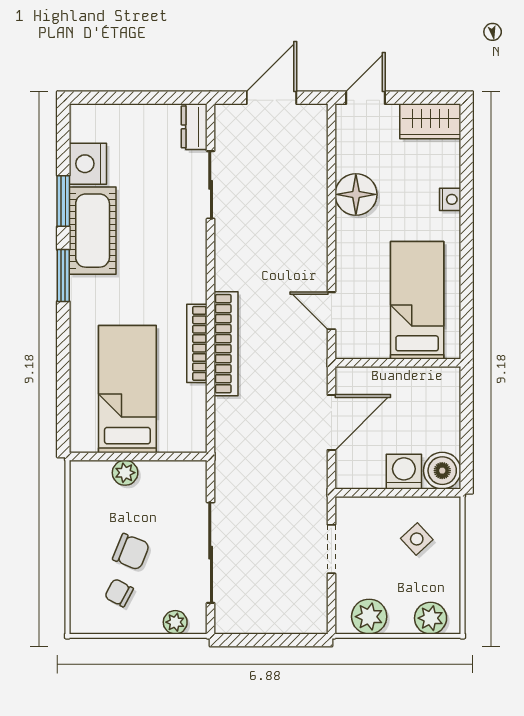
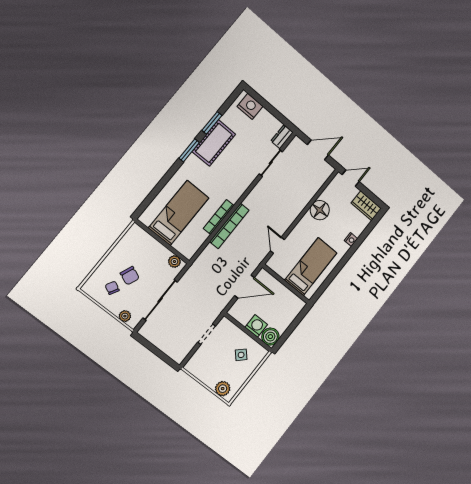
nightstand: (88, 164) -> (250, 106), moved, turned 90
plant: (125, 473) -> (174, 262), moved
plant: (369, 617) -> (200, 371), removed

